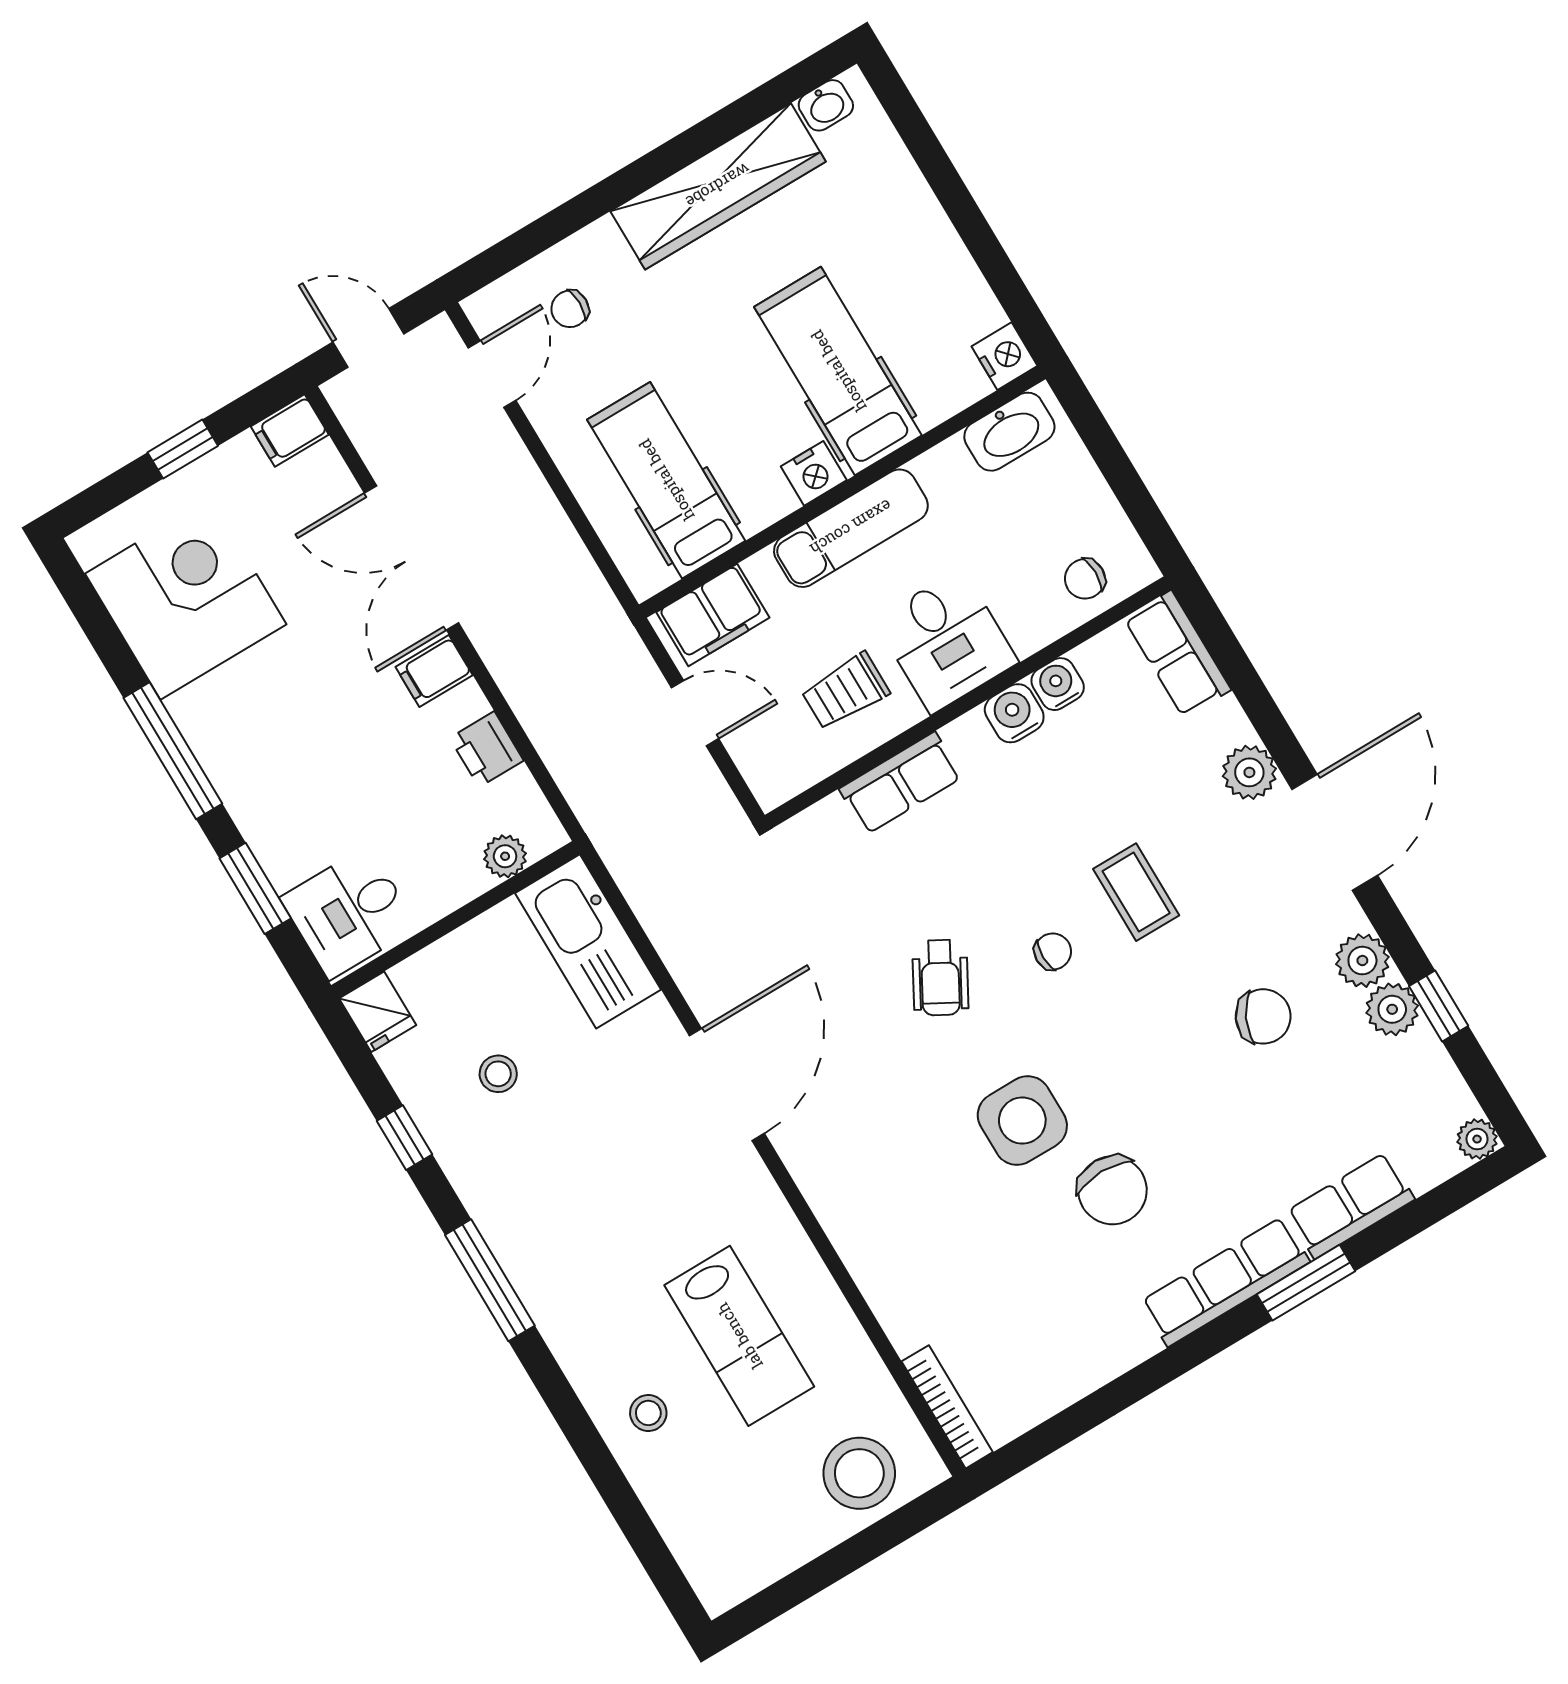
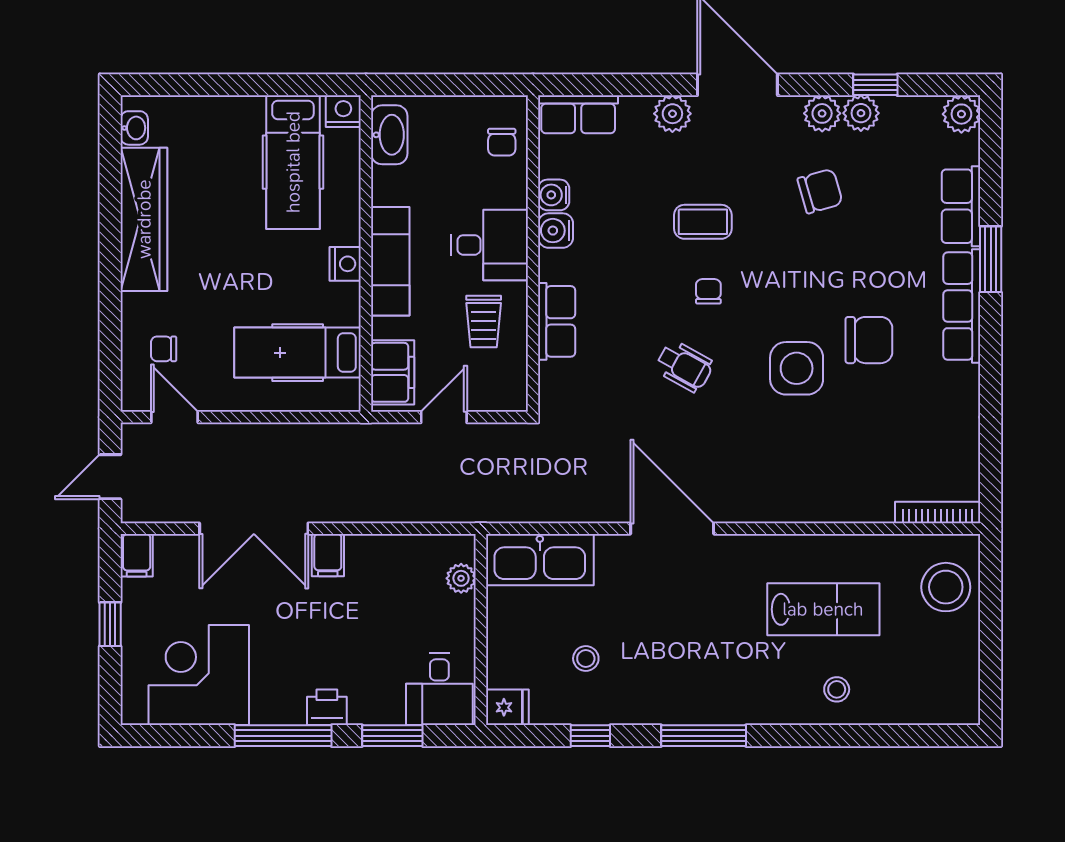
chair: (570, 309) -> (164, 349), turned 90
hospital bed: (838, 371) -> (293, 162), moved, turned -90
printer: (487, 749) -> (327, 707), moved, turned 180
chair: (1263, 1016) -> (820, 191), turned 48
plant: (1477, 1139) -> (961, 114), width x1.38, depth x1.38

